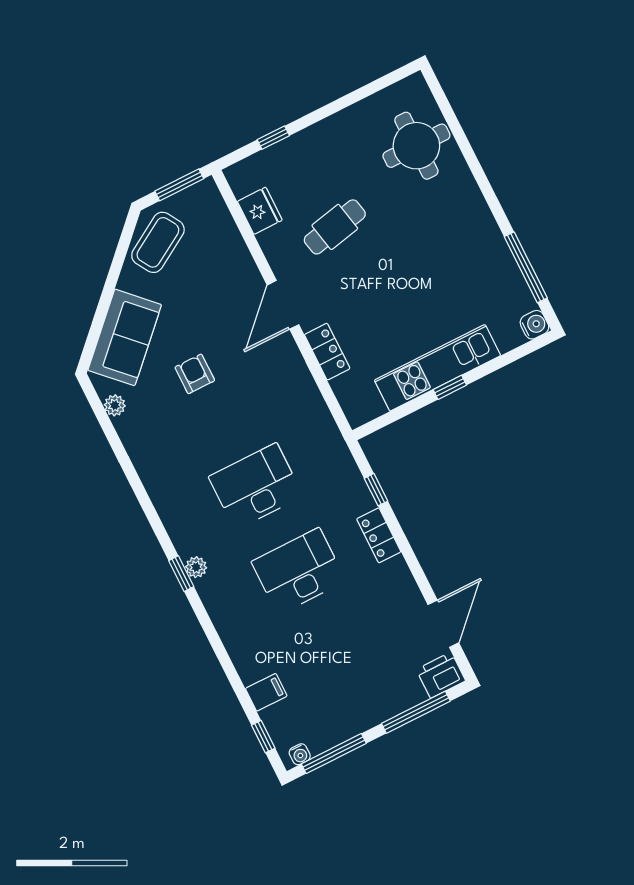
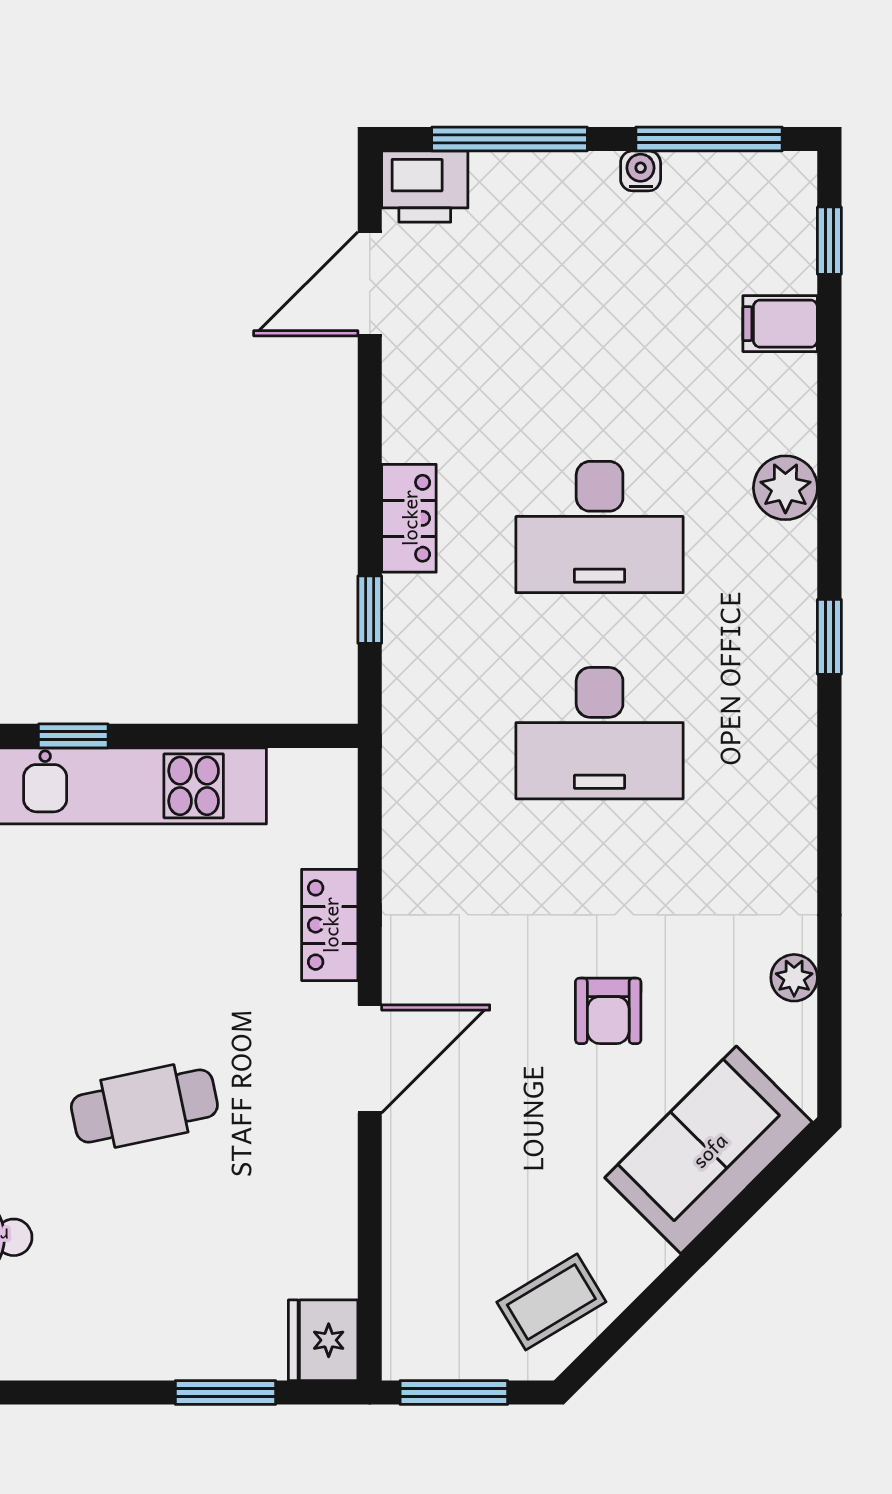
window: (273, 138) -> (225, 1393), width x1.50
fridge: (260, 211) -> (323, 1340), moved
cafe table: (335, 227) -> (144, 1106), moved
coffee table: (158, 242) -> (551, 1302), width x0.73, depth x0.77
window: (450, 387) -> (73, 736), moved
plant: (115, 405) -> (794, 978), moved
plant: (196, 567) -> (785, 488), moved, width x1.38, depth x1.38
water cooler: (300, 754) -> (641, 171), moved

